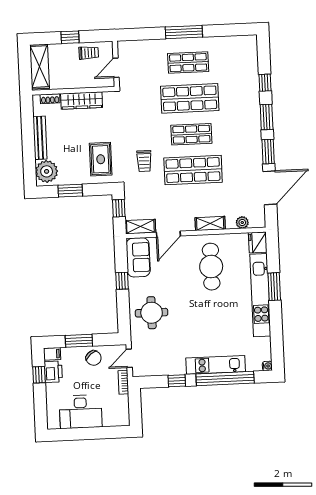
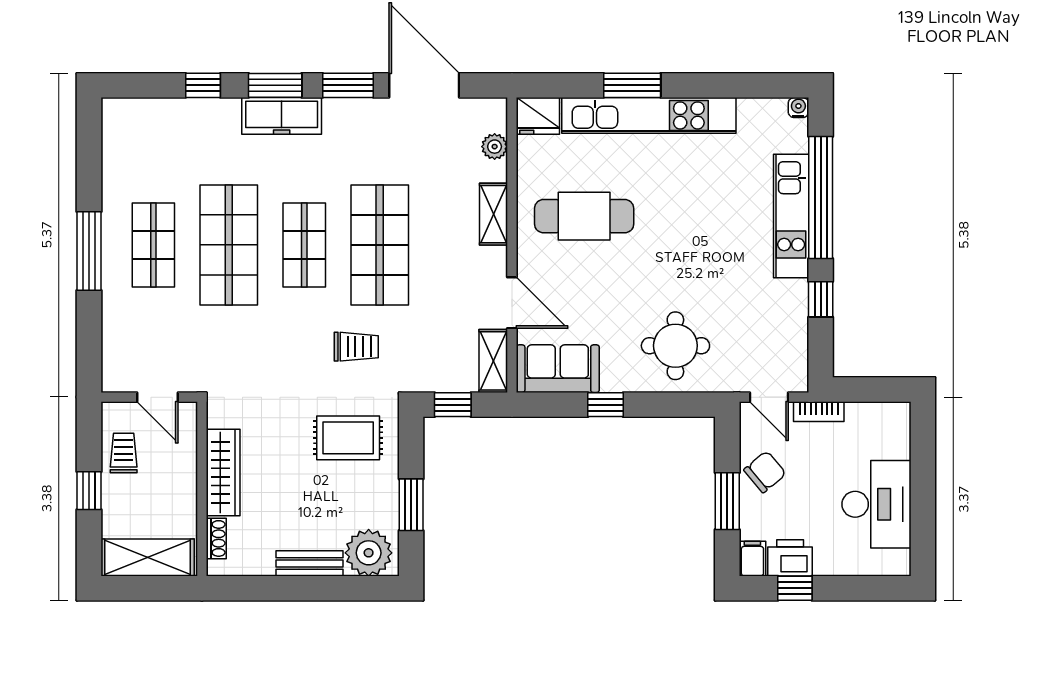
freezer: (252, 121) -> (282, 116), added
bench: (40, 138) -> (309, 563), width x0.73

